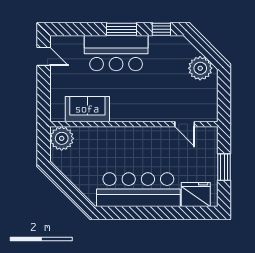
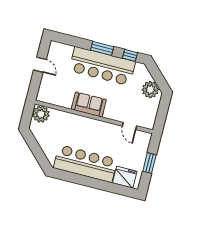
bar counter: (116, 53) -> (102, 66), width x1.36
door: (44, 56) -> (40, 65), moved
sofa: (87, 109) -> (89, 104), moved

